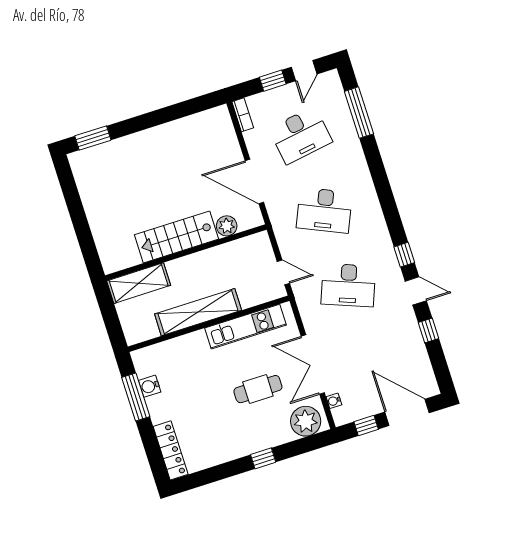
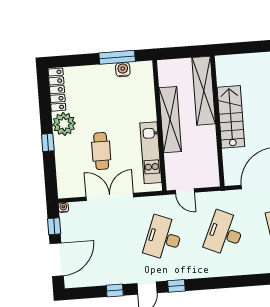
plant: (227, 226) -> (230, 157), removed
door: (283, 272) -> (185, 191), hinge flipped
shelving: (139, 283) -> (204, 91), width x1.47
water cooler: (334, 401) -> (63, 207), moved
plant: (306, 421) -> (64, 124), moved
locker: (171, 450) -> (57, 90), moved, turned -90

